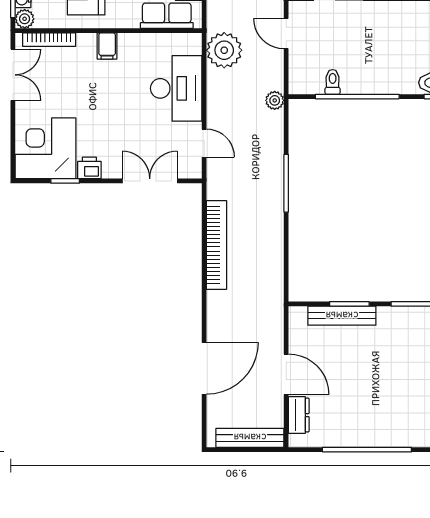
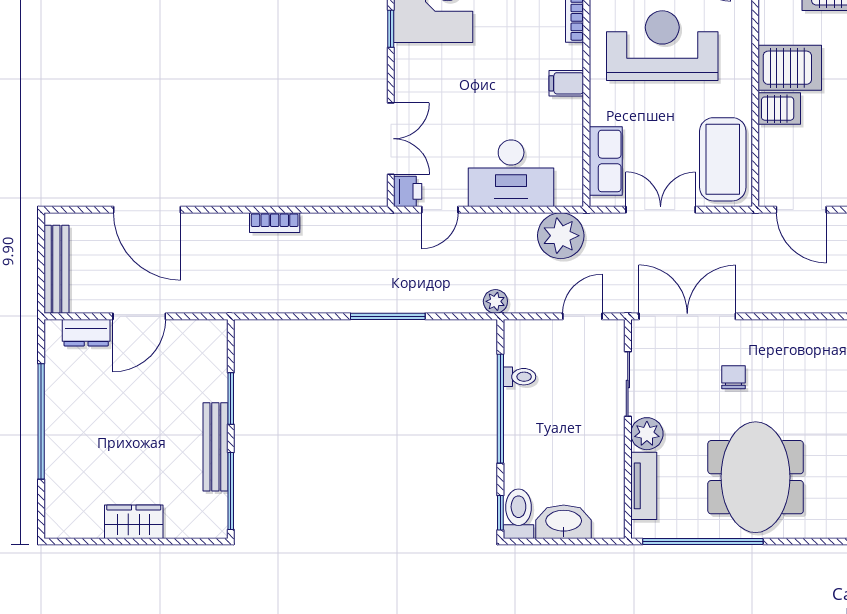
printer: (89, 168) -> (408, 191), moved
bookcase: (217, 245) -> (275, 223), width x0.43, depth x0.76
bench: (342, 316) -> (215, 447), moved

